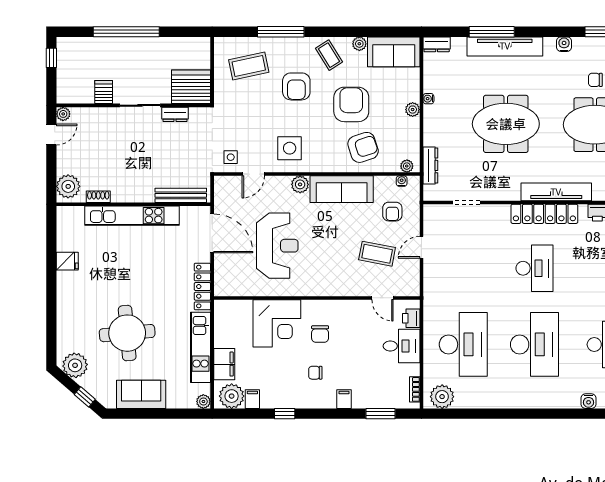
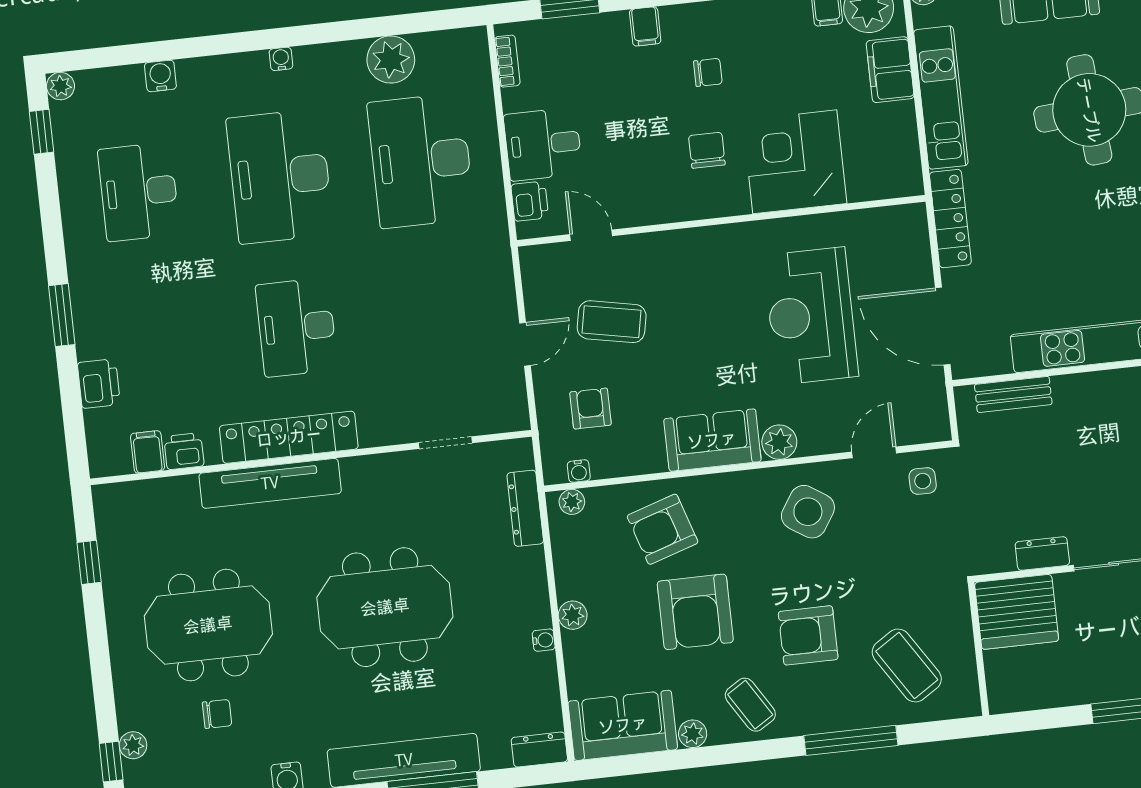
coffee table: (249, 66) -> (907, 665), turned 69
armchair: (296, 86) -> (808, 635), turned -90
side table: (290, 148) -> (808, 512), turned 33
sofa: (342, 189) -> (712, 440), width x0.73
bench: (181, 195) -> (1013, 394), width x0.73
plant: (442, 397) -> (391, 60), moved
water cooler: (527, 403) -> (281, 59), added

